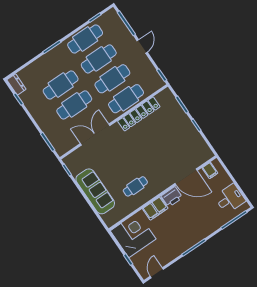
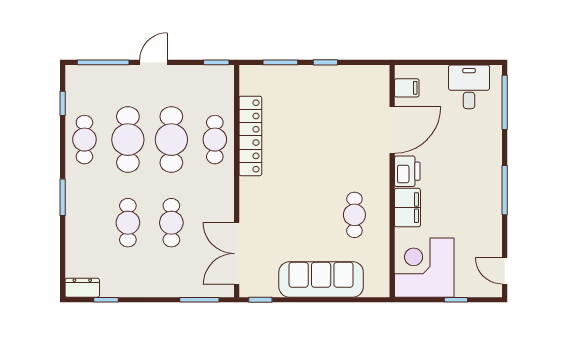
cafe table: (85, 39) -> (84, 140), width x0.73, depth x0.74
door: (142, 46) -> (153, 62), hinge flipped
cafe table: (61, 85) -> (128, 223), width x0.73, depth x0.74
cafe table: (126, 99) -> (215, 140), width x0.73, depth x0.74
cafe table: (74, 105) -> (171, 223), width x0.73, depth x0.74
double door: (95, 135) -> (237, 254), moved

